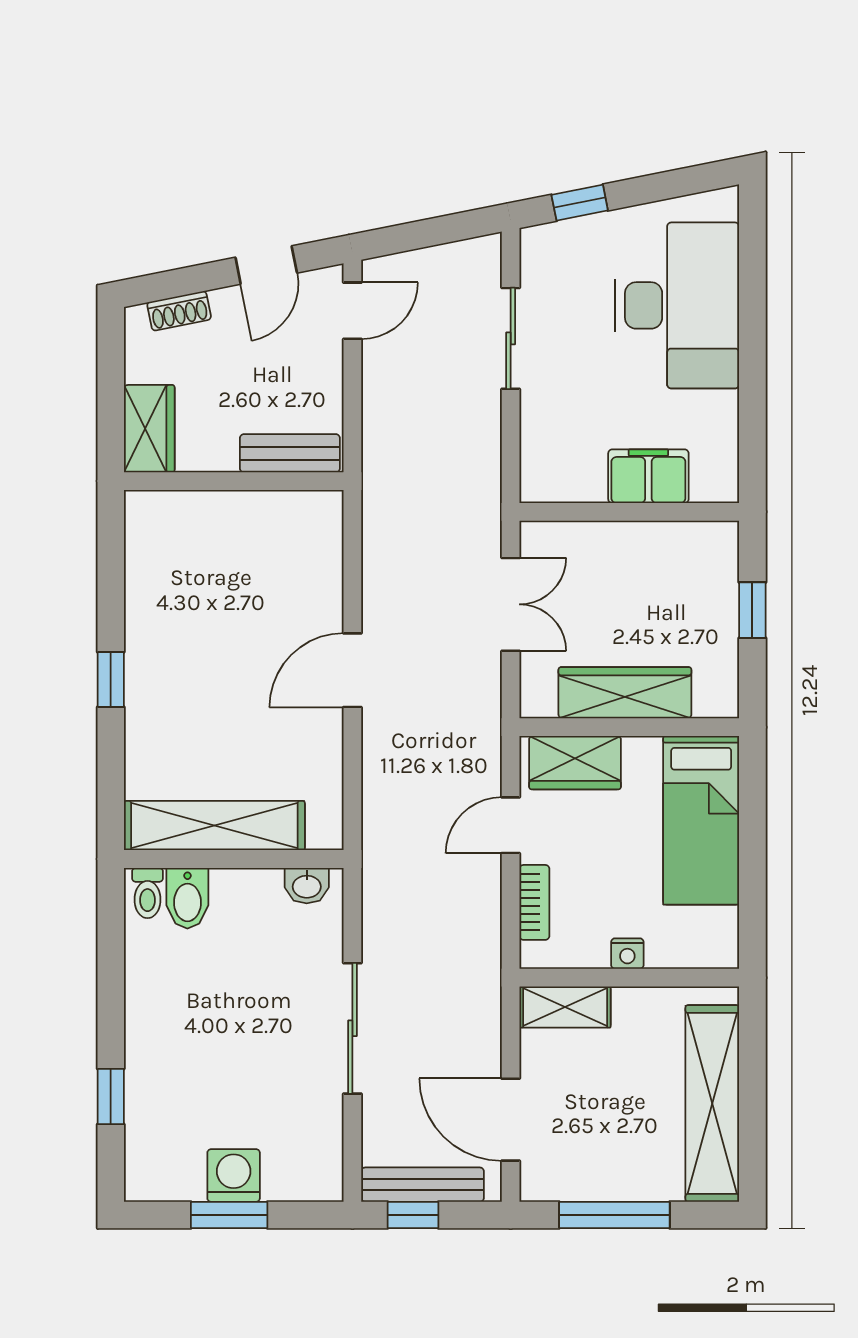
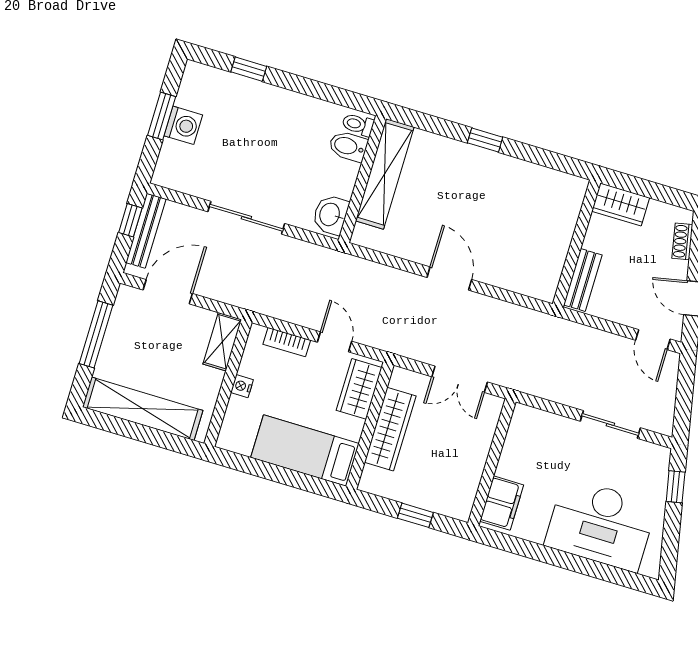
filing cabinet: (648, 476) -> (502, 503), moved
washbasin: (307, 886) -> (330, 215), width x1.38, depth x1.45

